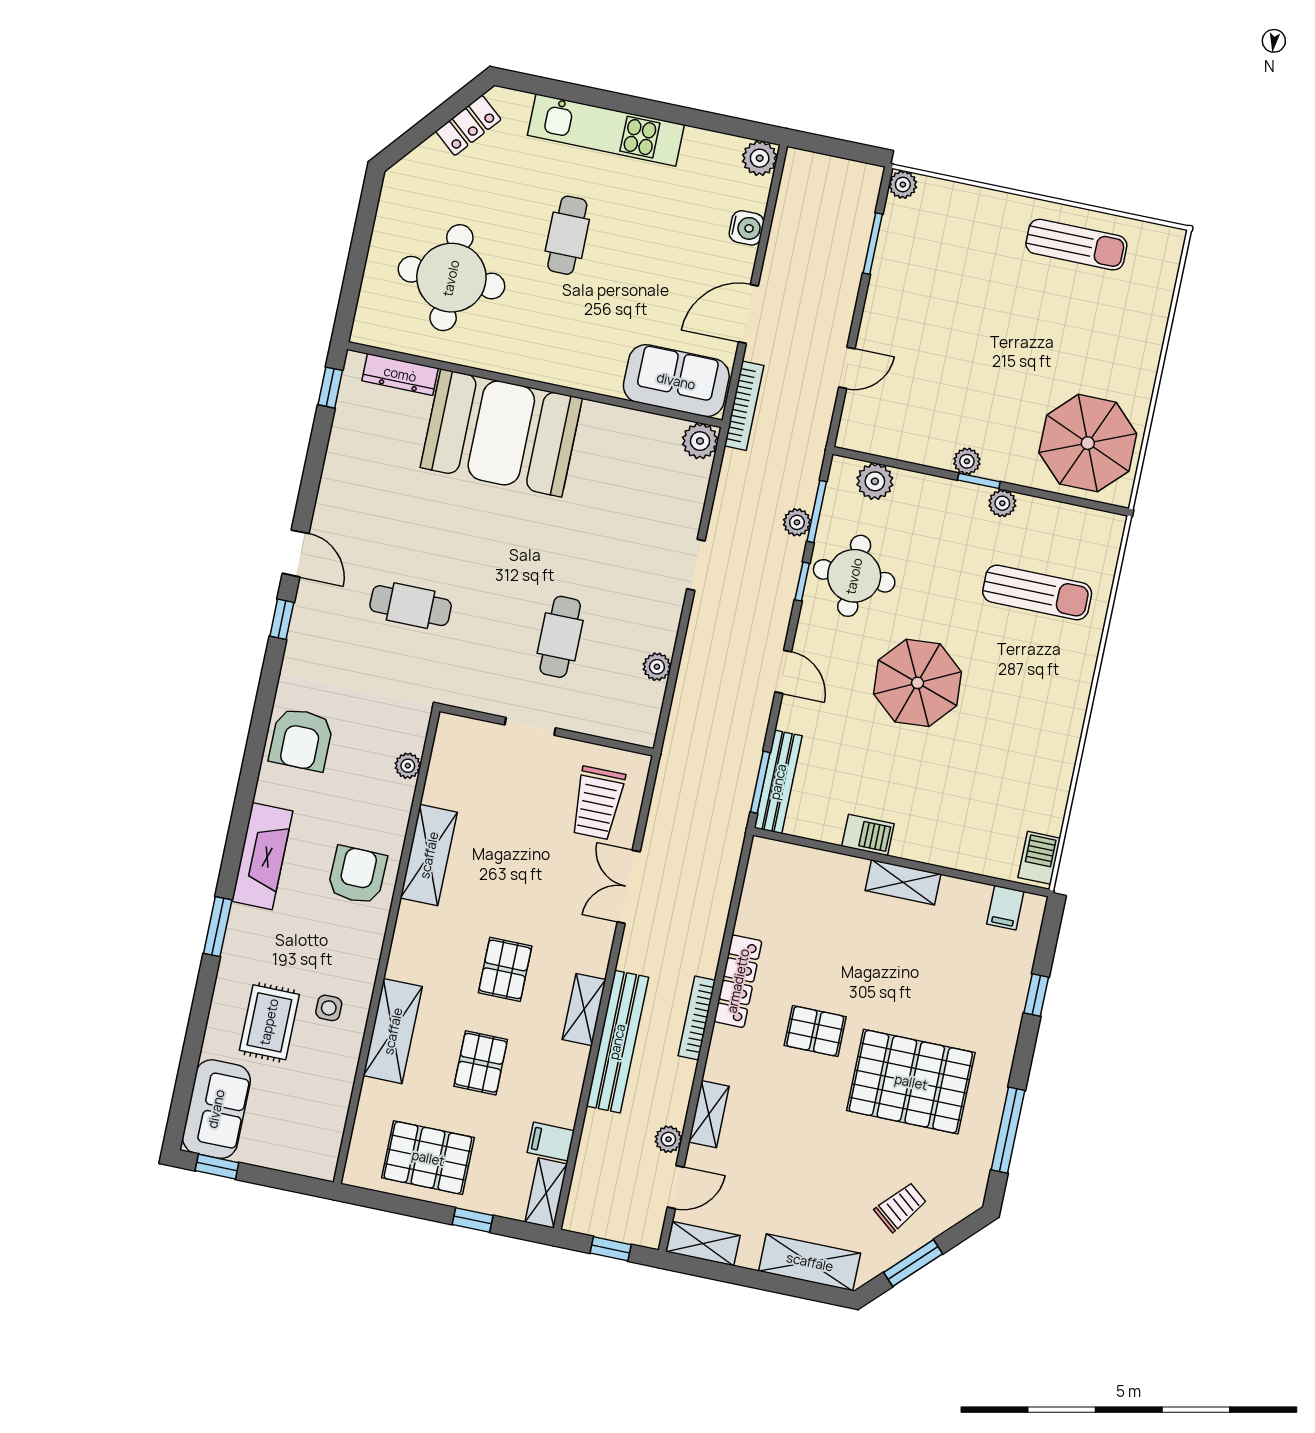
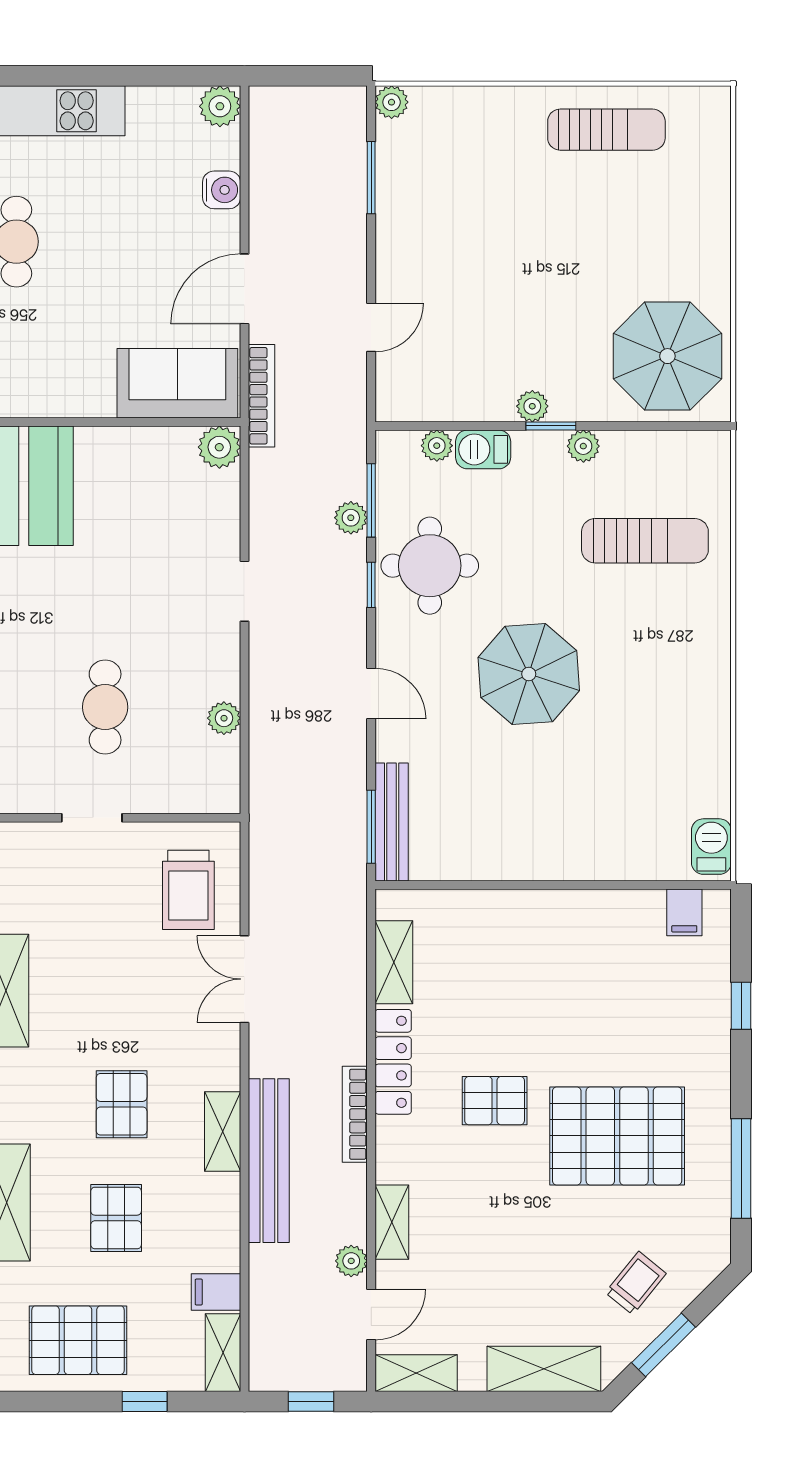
plant: (875, 481) -> (437, 446), width x0.73, depth x0.73
barbecue: (868, 835) -> (483, 449), moved, turned 180
shelving: (903, 882) -> (394, 962), moved, turned 90

